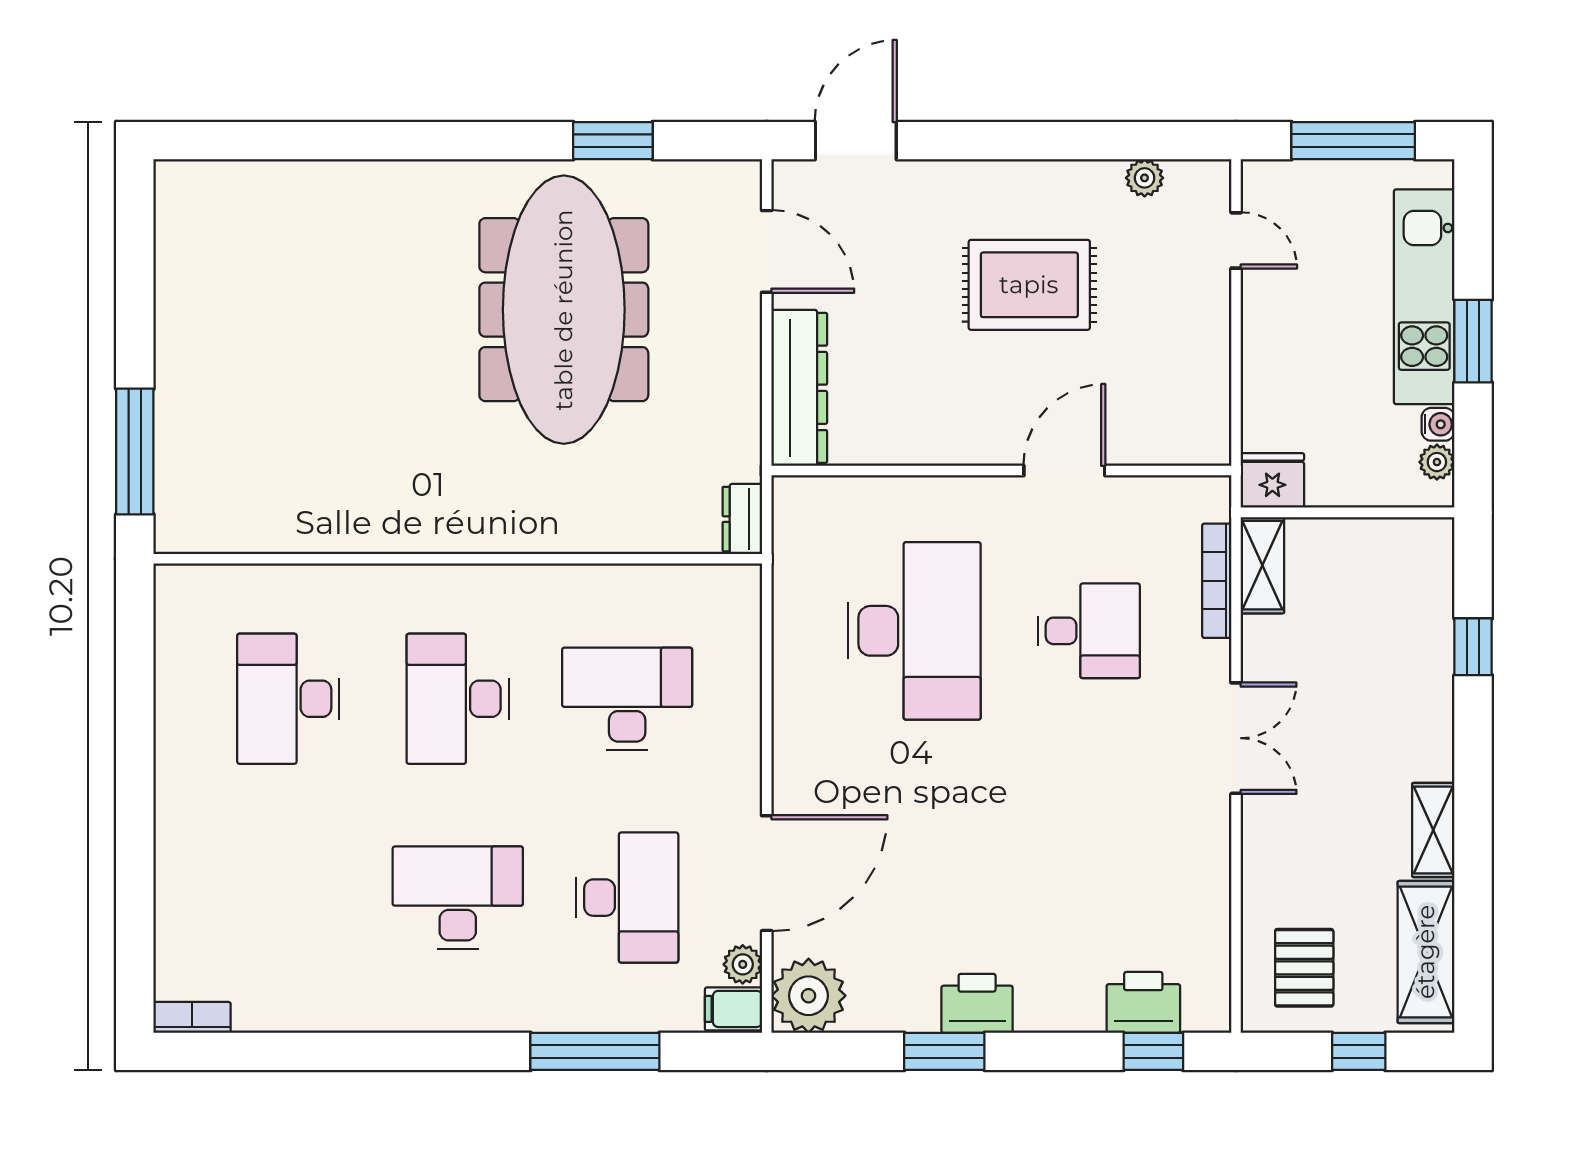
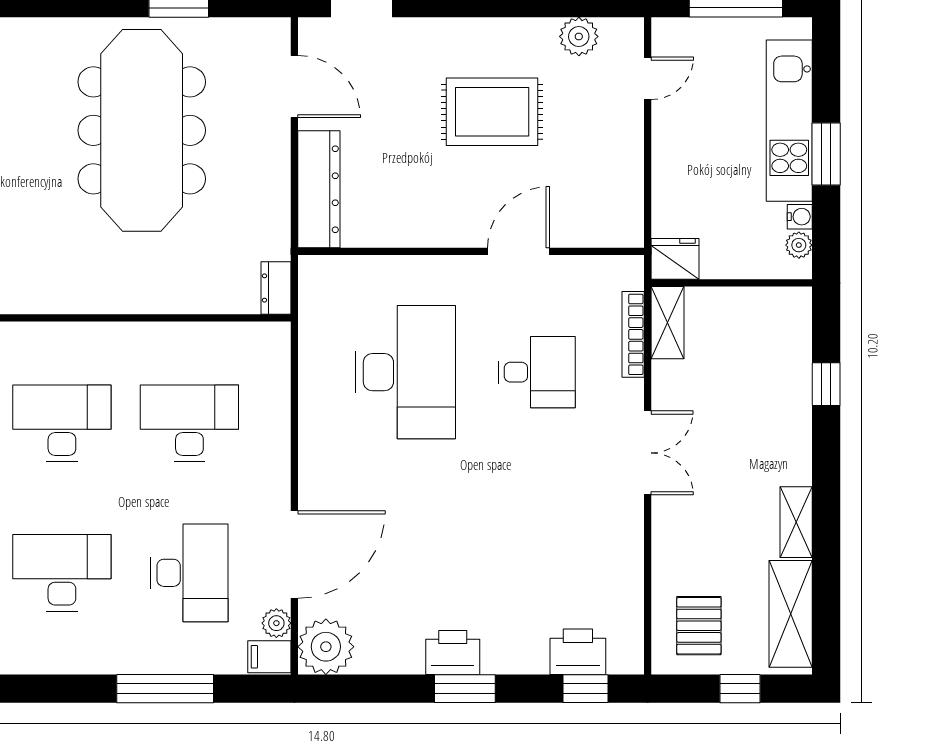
plant: (1145, 178) -> (579, 36), width x1.38, depth x1.38
door: (1236, 240) -> (648, 78), hinge flipped
desk: (458, 699) -> (62, 423), turned 90
window: (944, 1051) -> (465, 689), moved

